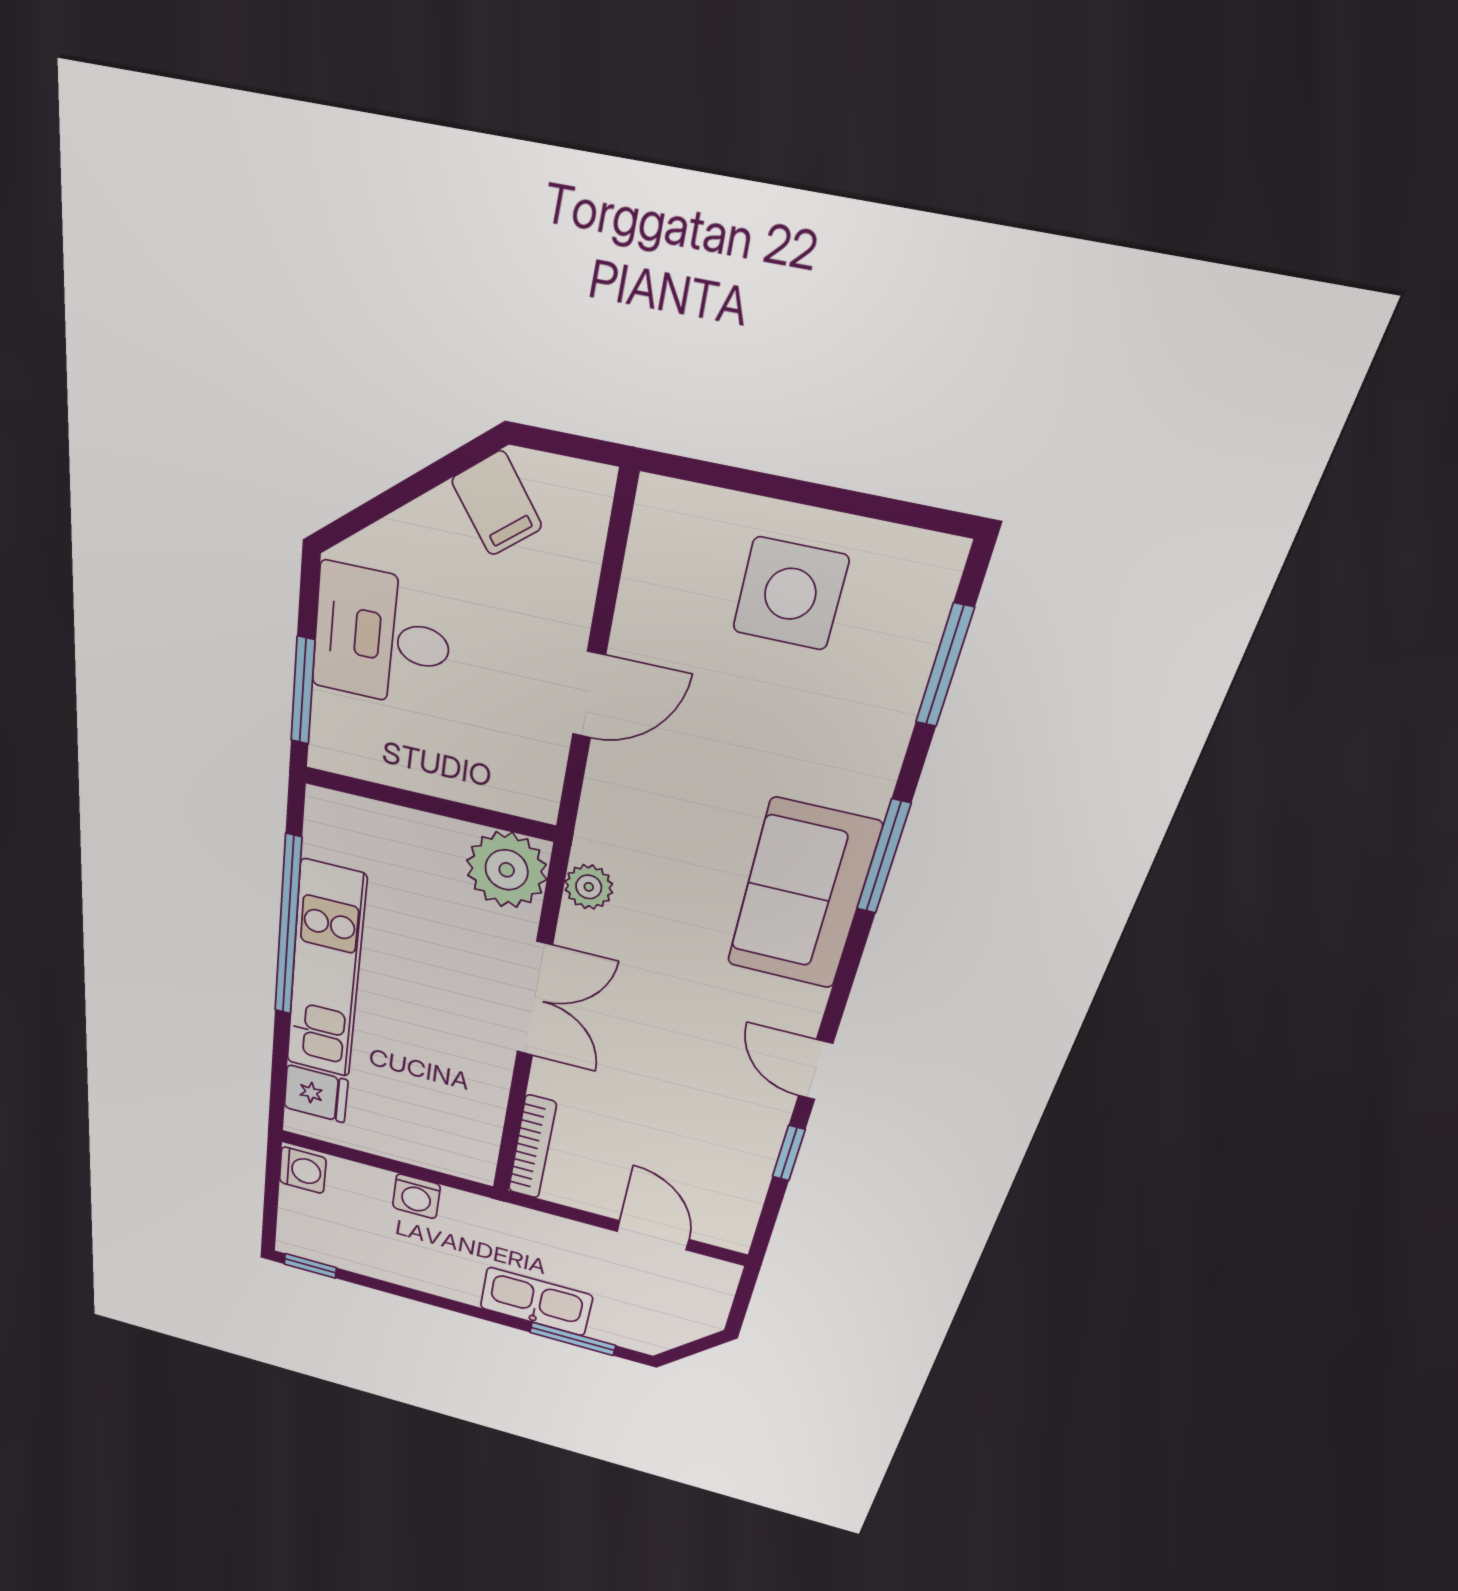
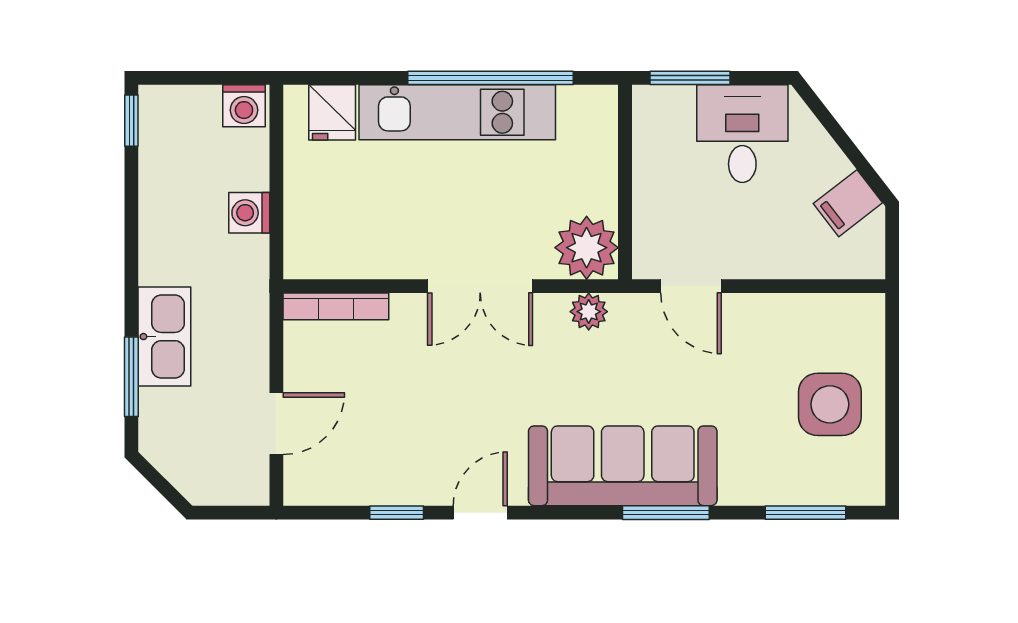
door: (589, 695) -> (691, 286), moved
sofa: (803, 895) -> (623, 466), width x1.36

